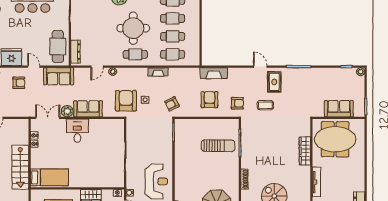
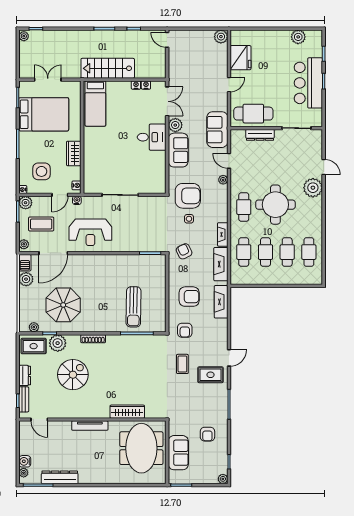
dresser: (75, 52) -> (260, 135), moved
fireplace: (183, 73) -> (221, 264), added
sofa: (59, 76) -> (217, 130), moved
armchair: (19, 83) -> (207, 434), moved

